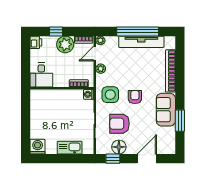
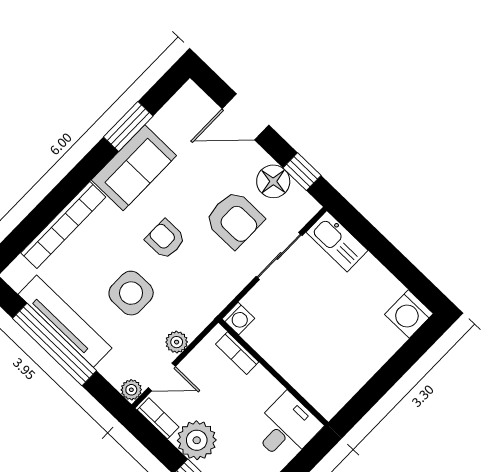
side table: (110, 95) -> (131, 293), moved
armchair: (135, 97) -> (165, 239), turned 90
kitchen sink: (70, 148) -> (337, 241), moved

